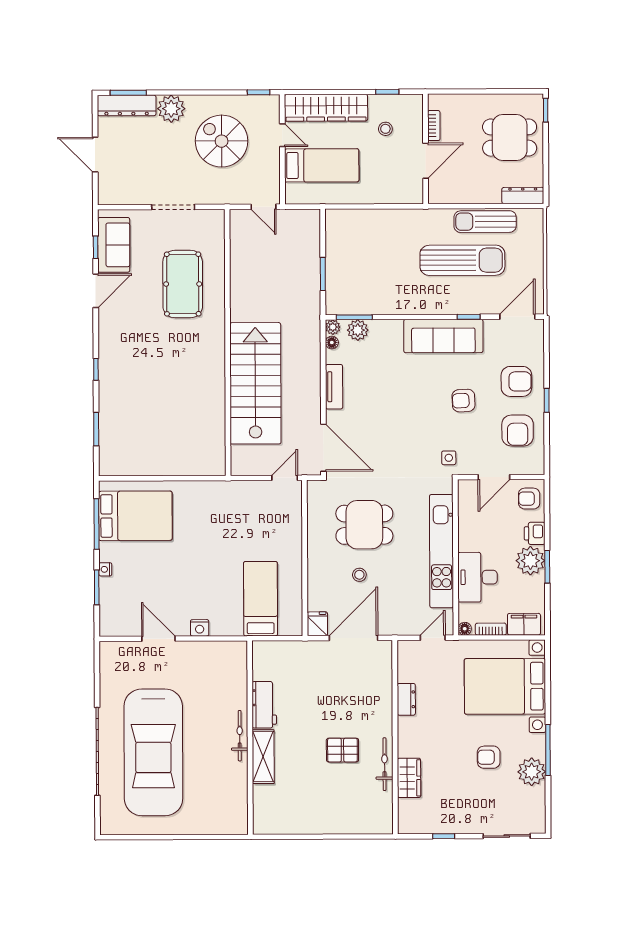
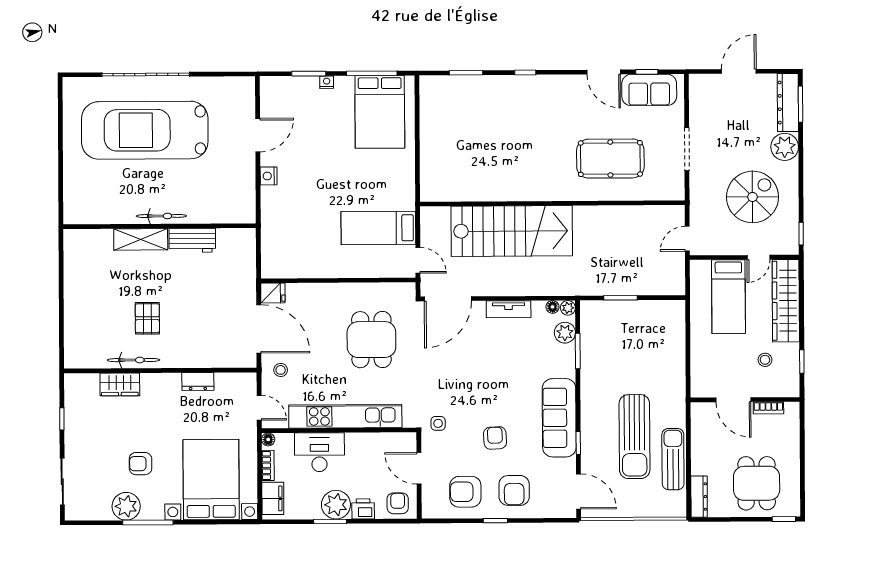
window: (354, 317) -> (578, 351), moved
stool: (359, 575) -> (281, 370), moved
bed: (260, 599) -> (378, 228), moved, turned 180
armchair: (489, 757) -> (141, 464), turned -90

